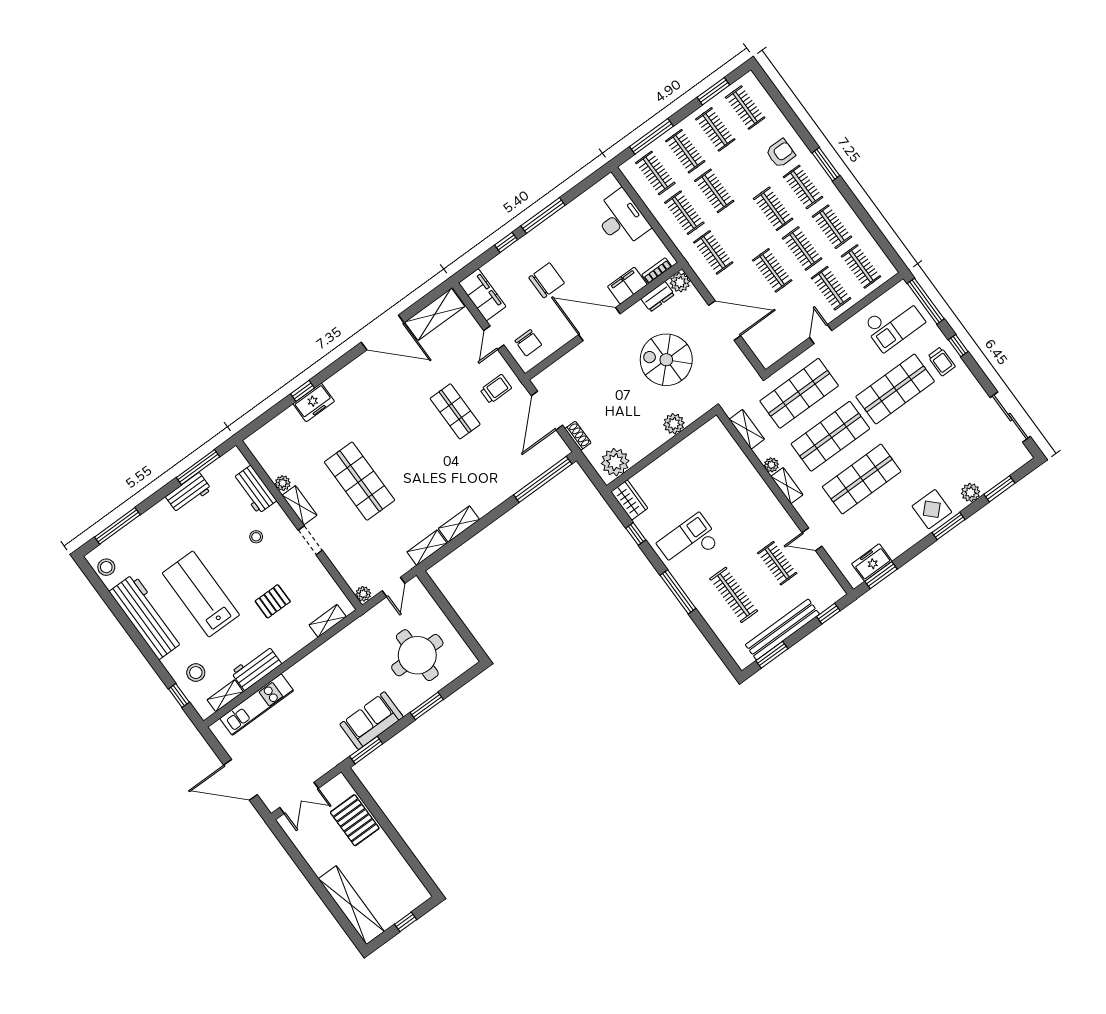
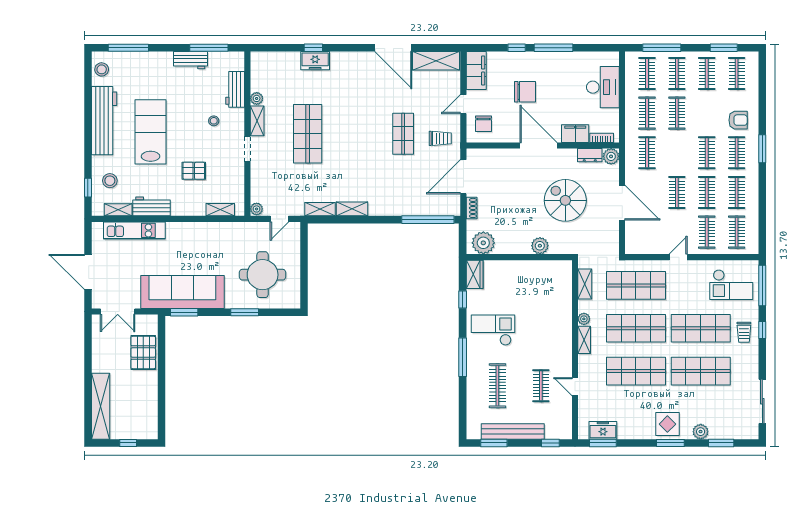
shop shelf: (926, 432) -> (701, 371), added
sofa: (371, 721) -> (182, 292), width x1.85, depth x1.27

